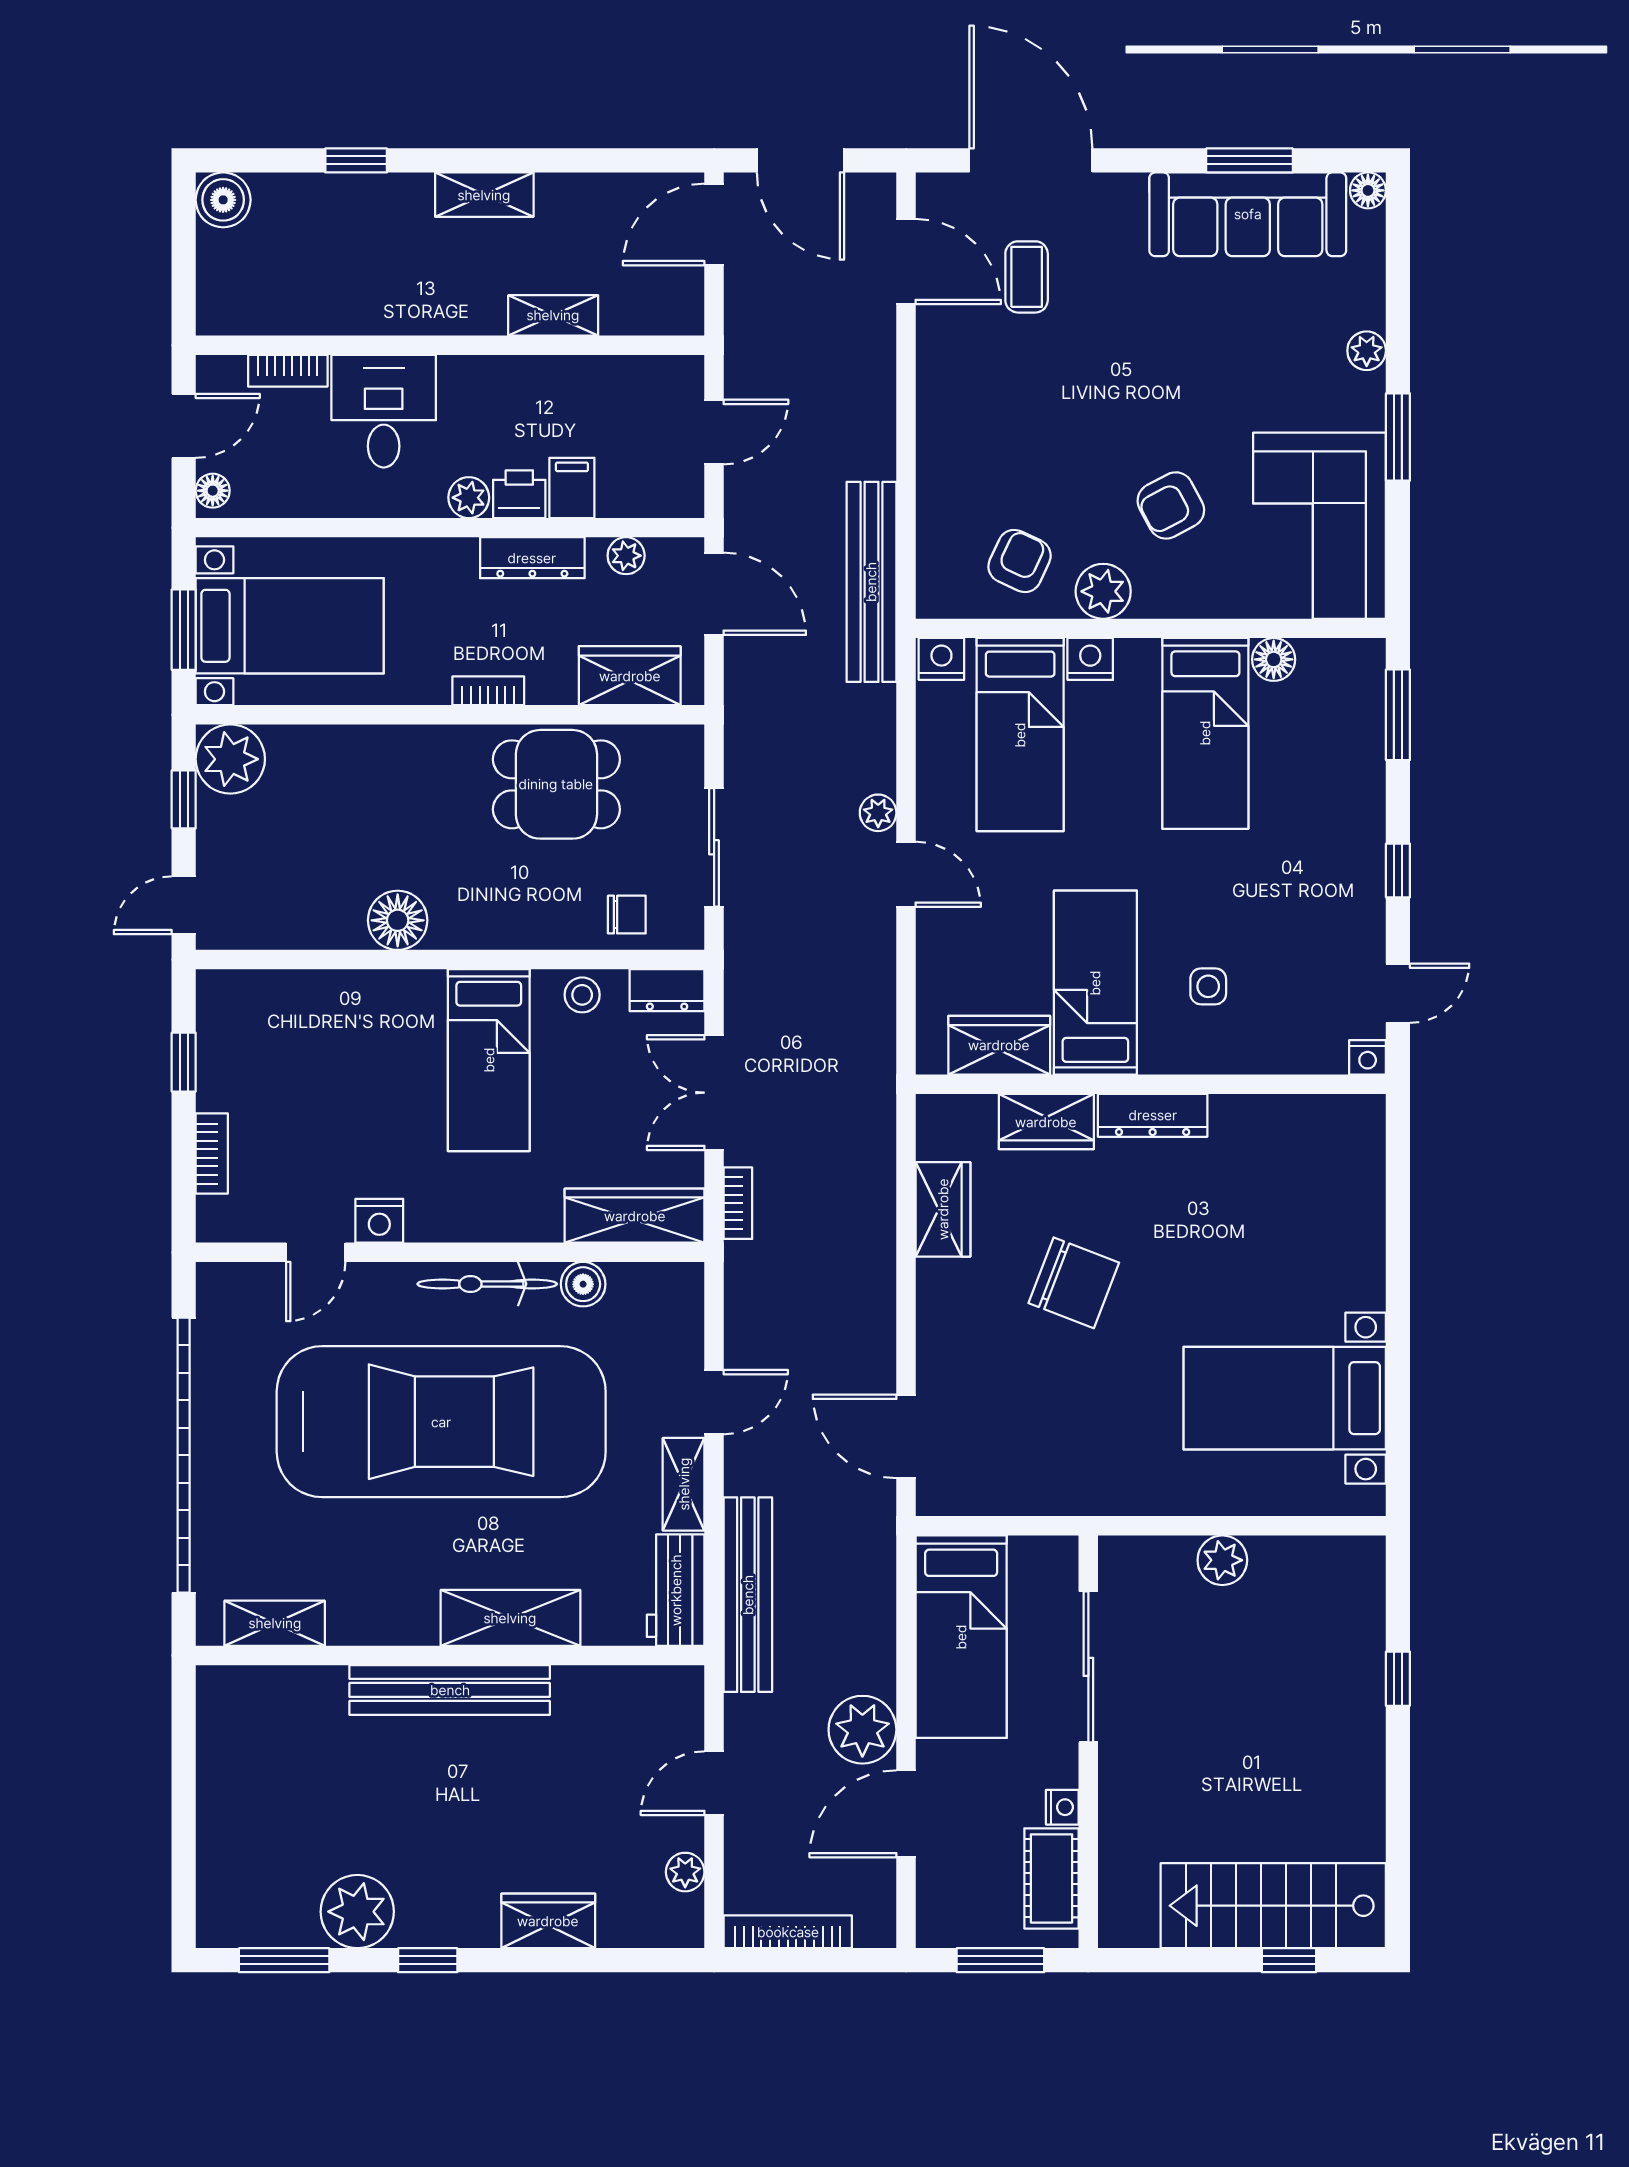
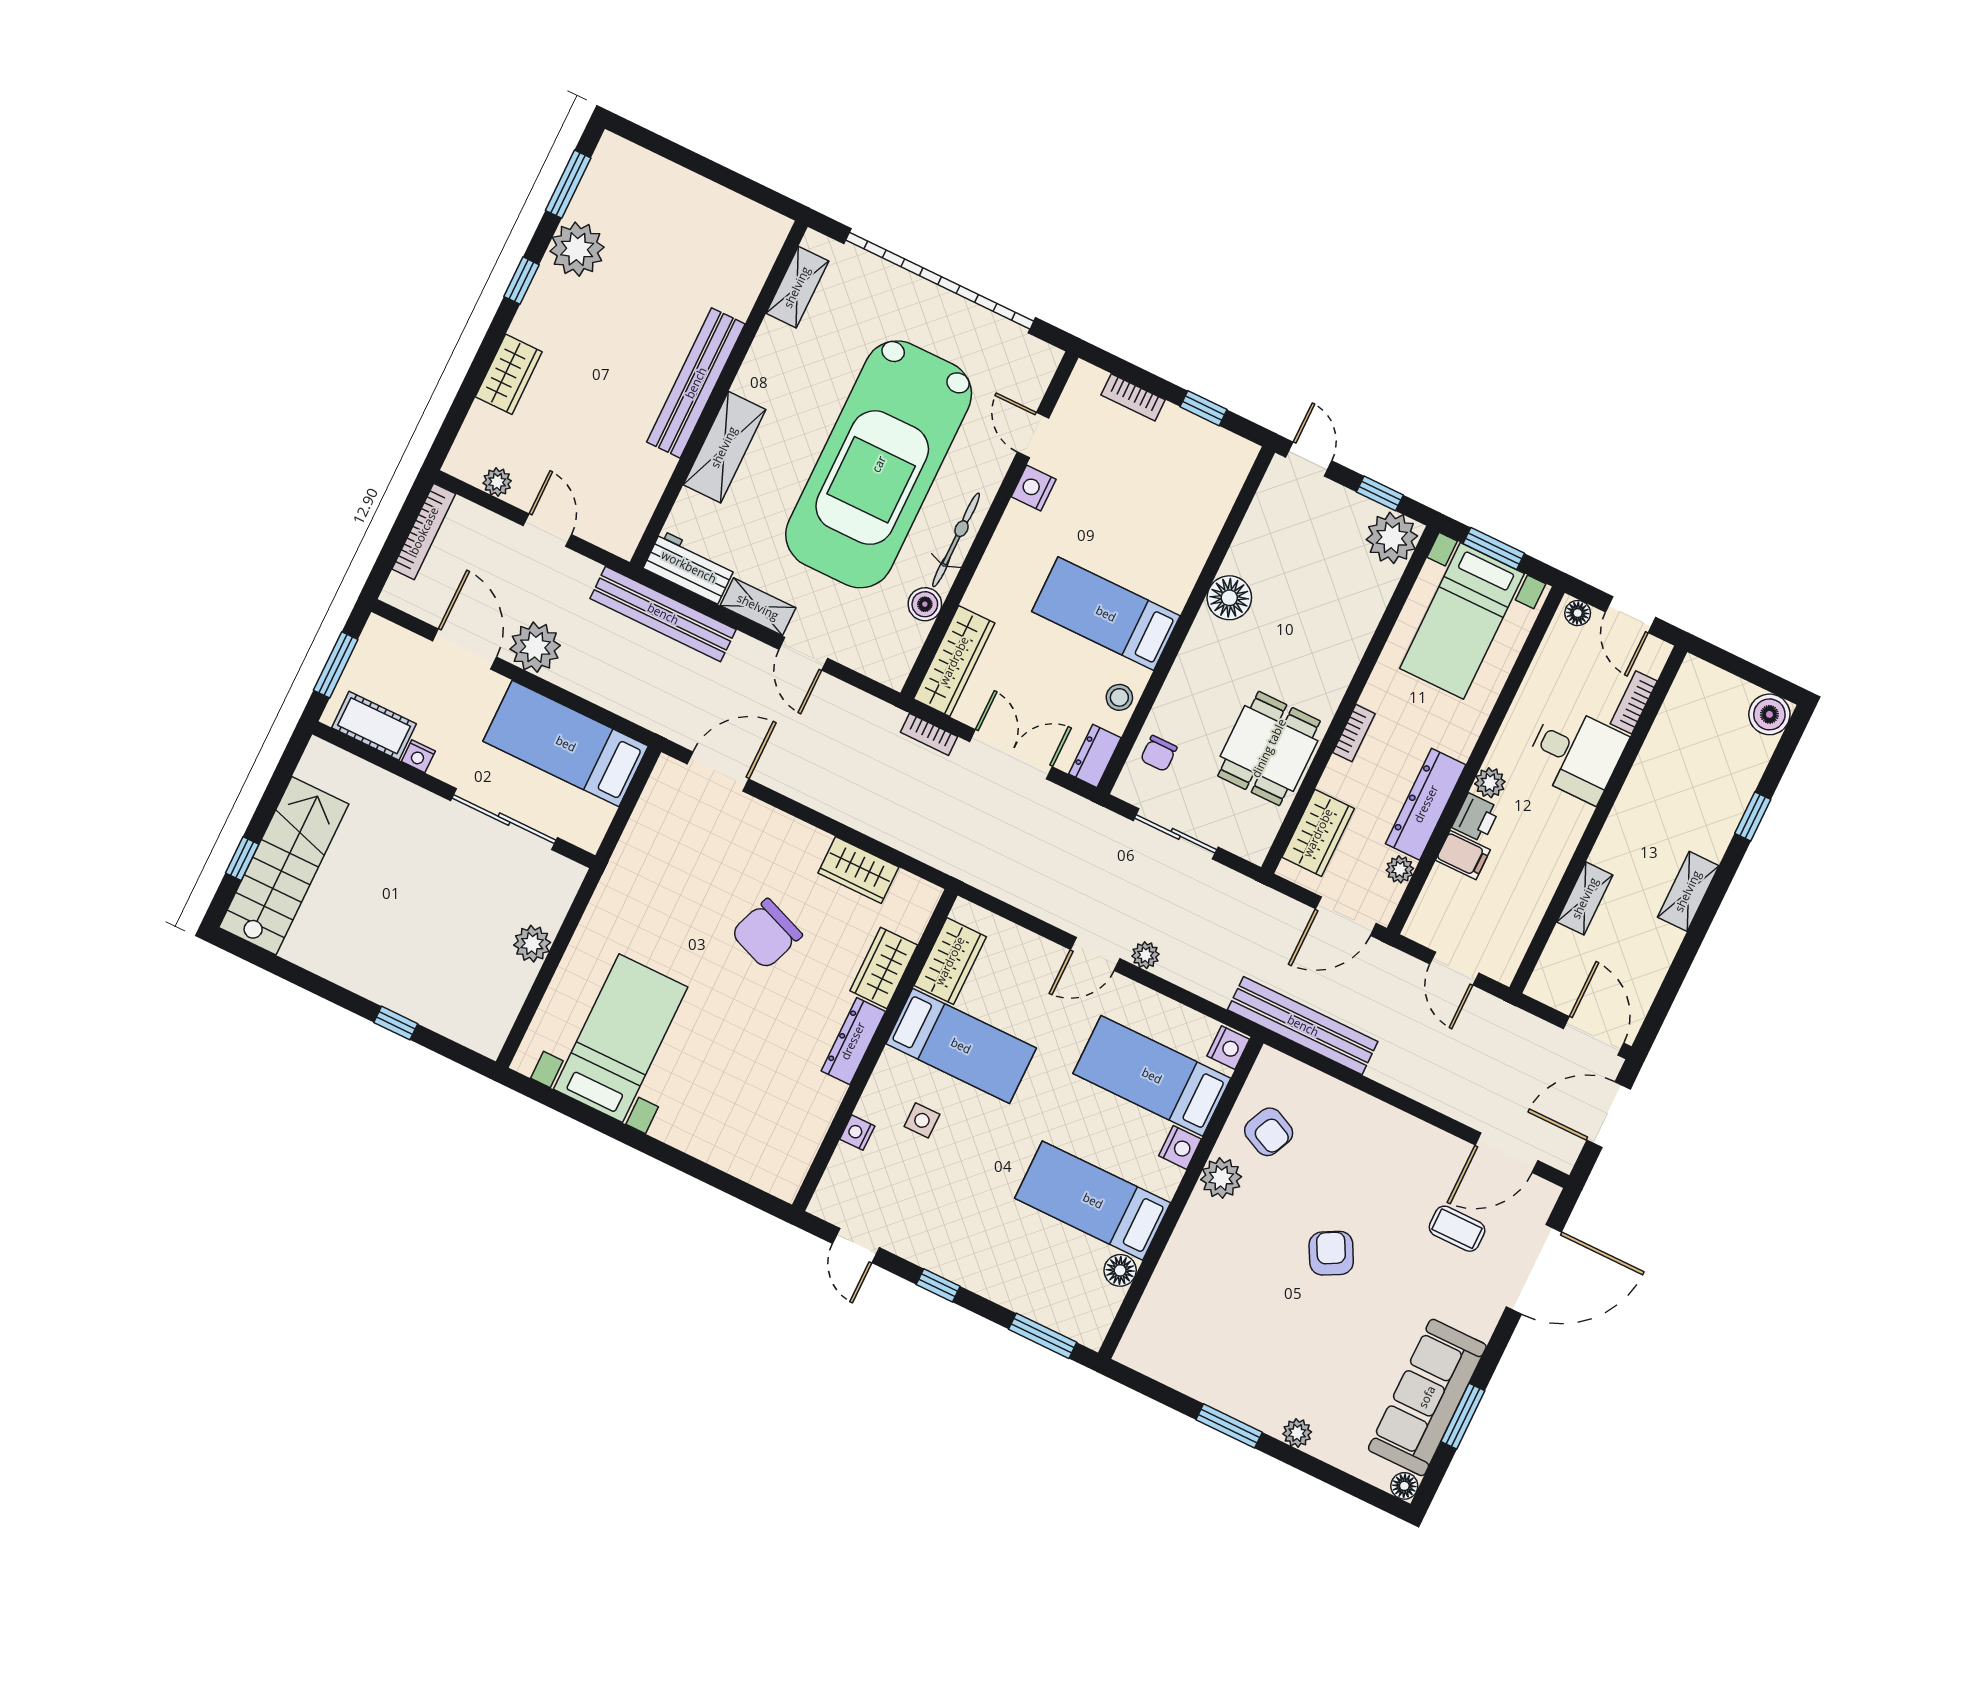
armchair: (1171, 505) -> (1331, 1253), moved
corner sofa: (1319, 526) -> (1195, 1345), removed
dresser: (532, 558) -> (1426, 804), width x1.37, depth x1.24
nightstand: (1368, 1057) -> (857, 1133), moved

